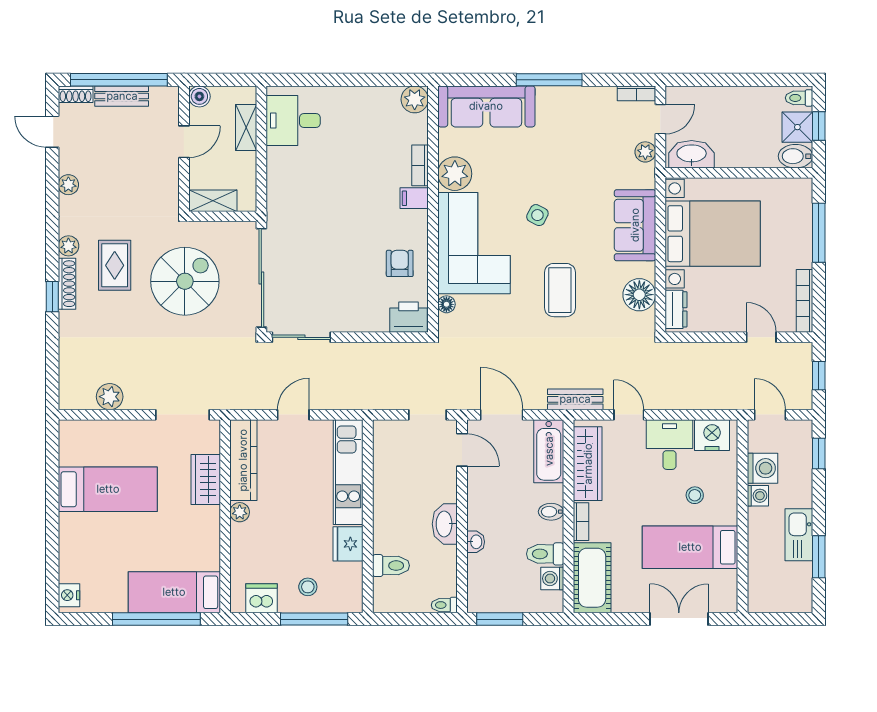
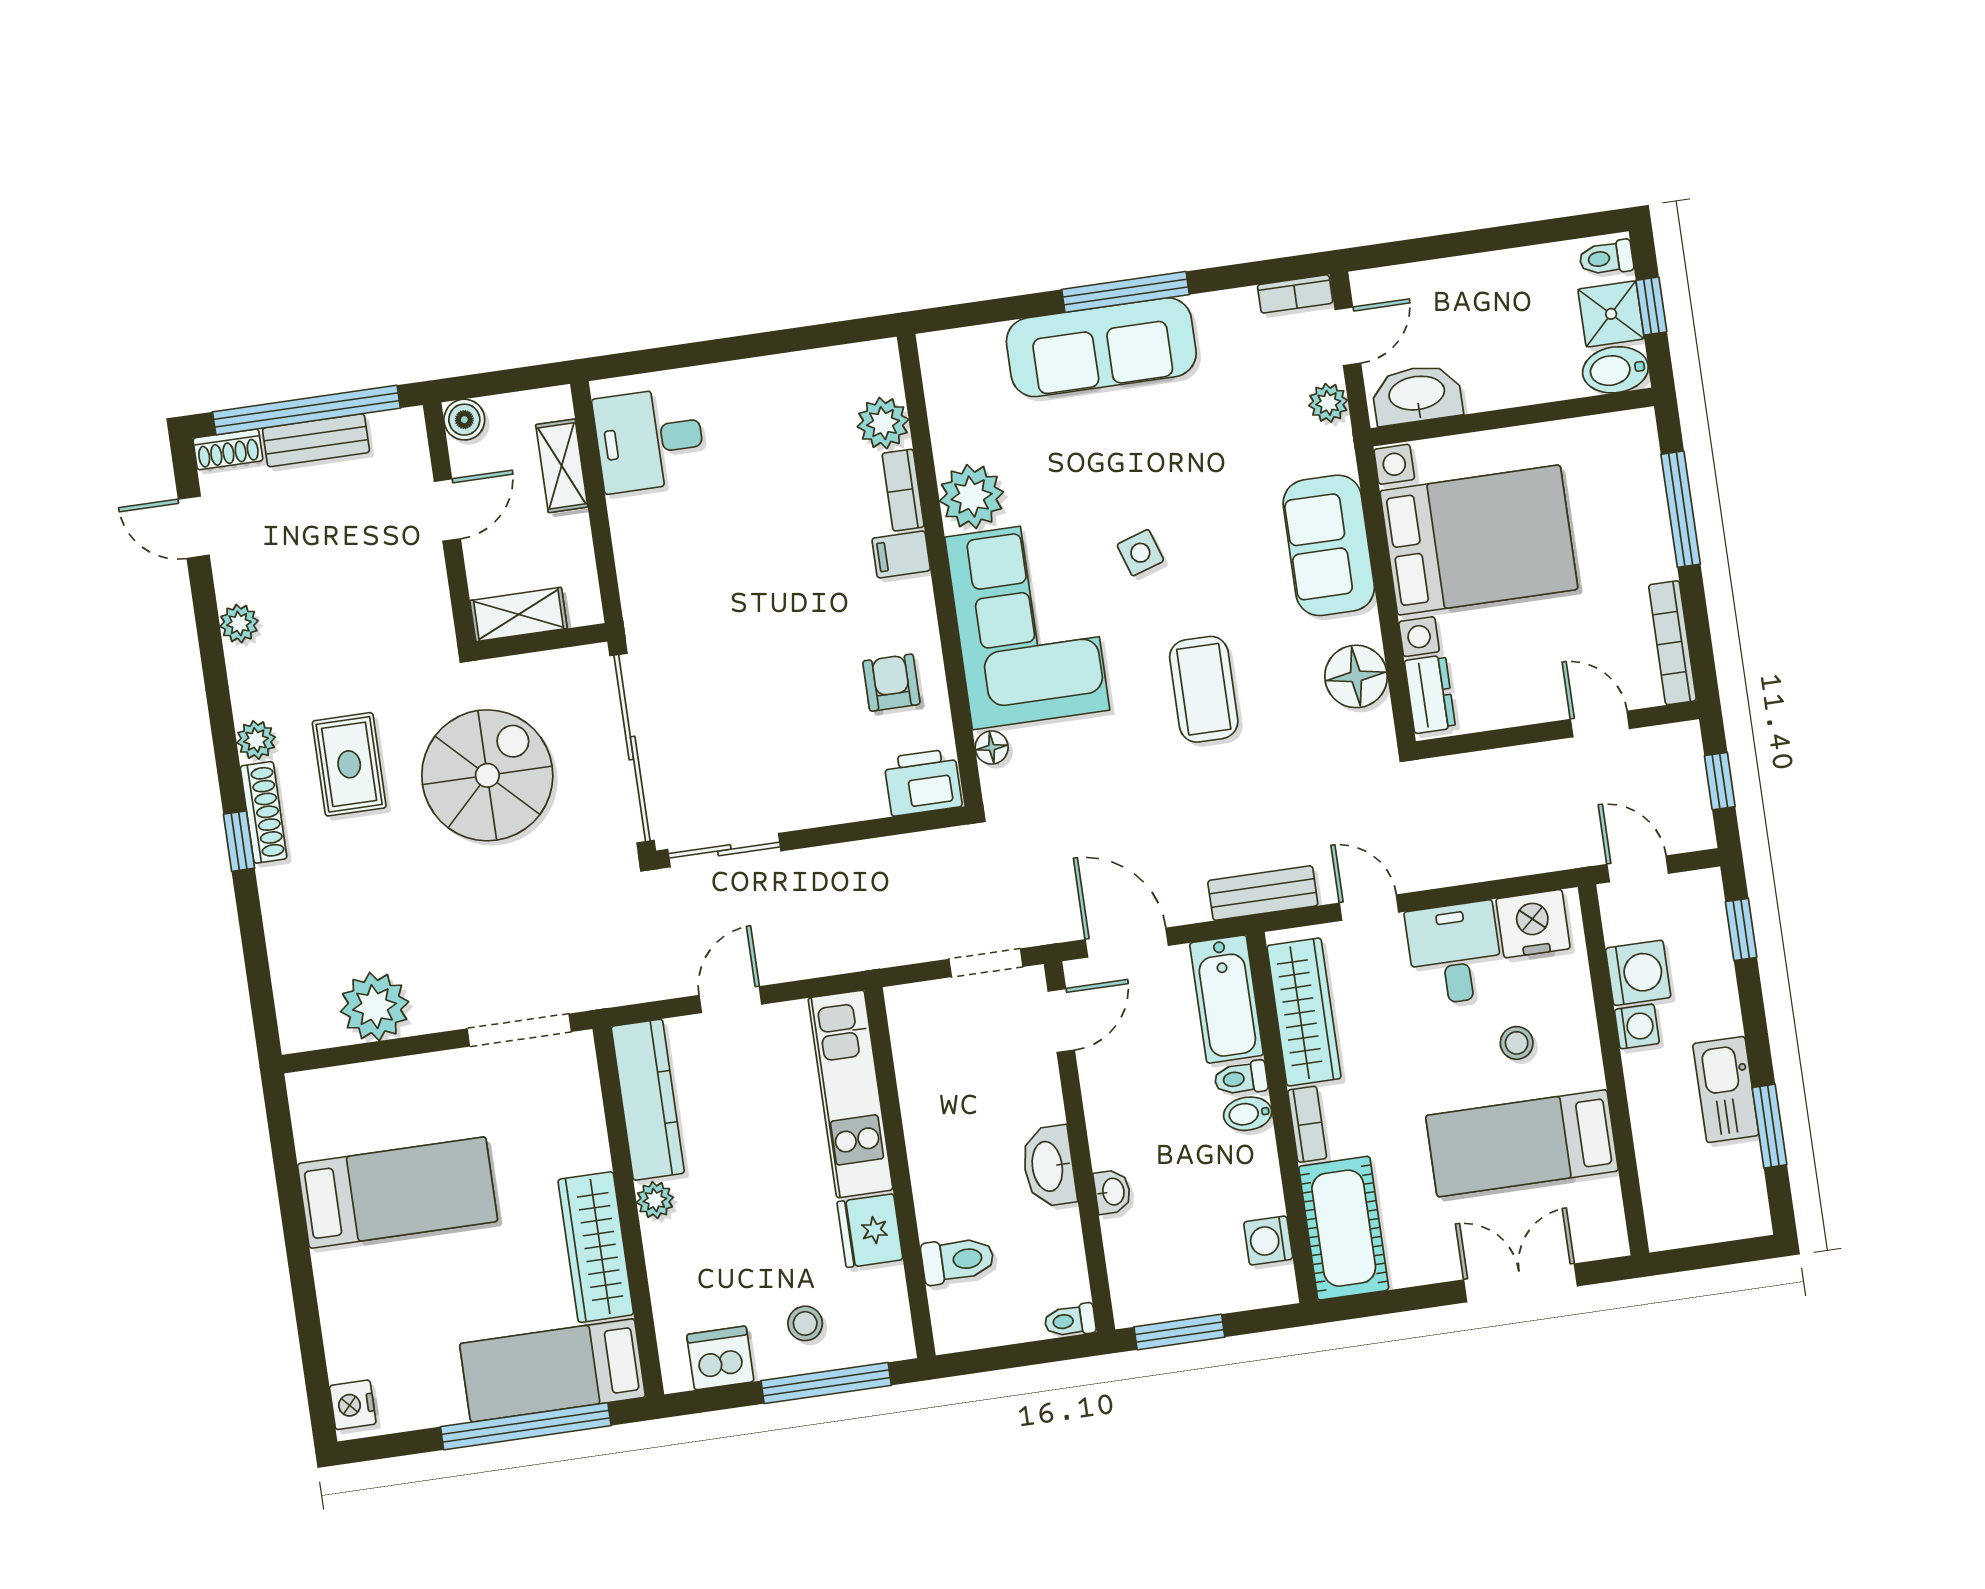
plant: (415, 99) -> (883, 423), moved
sofa: (486, 106) -> (1101, 347), moved
side table: (537, 215) -> (1140, 553), turned 45
plant: (110, 397) -> (375, 1007), width x1.36, depth x1.36
door: (462, 450) -> (1061, 1021), hinge flipped
wardrobe: (206, 480) -> (596, 1247), moved, width x1.50
toilet: (545, 554) -> (1241, 1078), moved, width x0.73, depth x0.72

